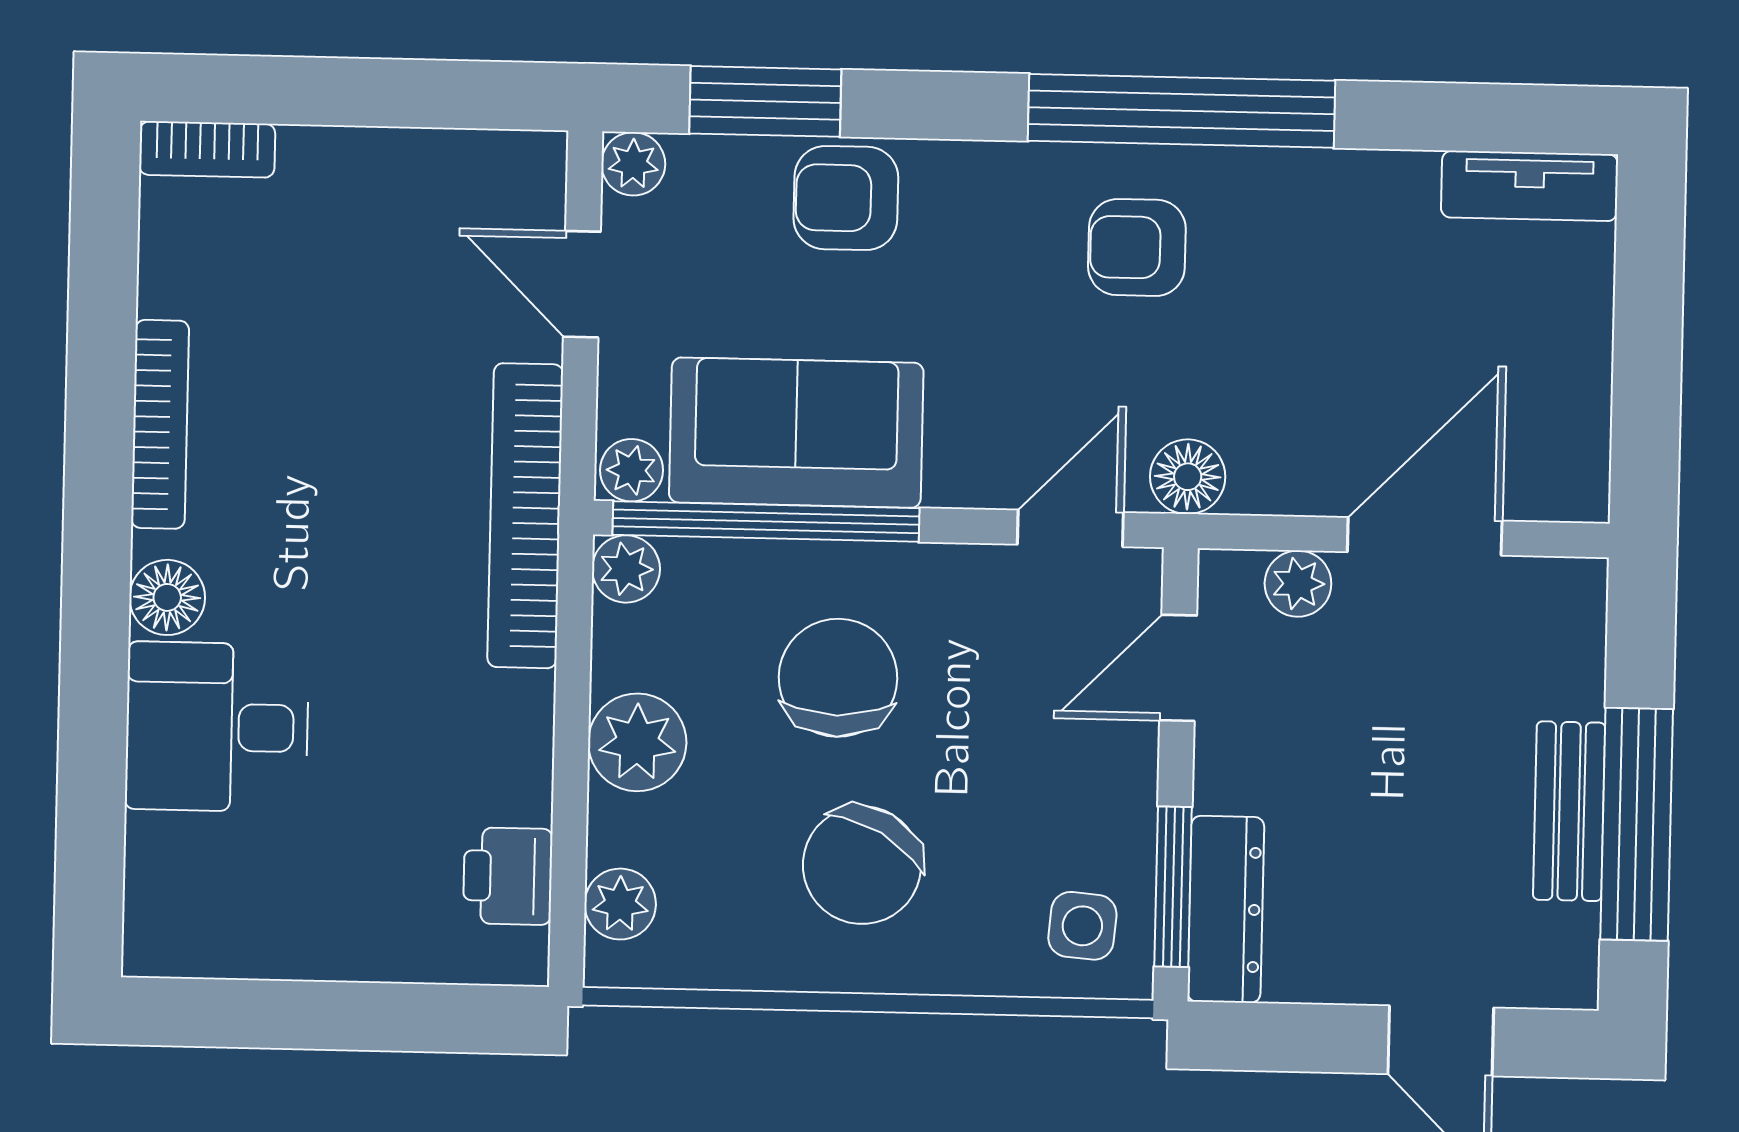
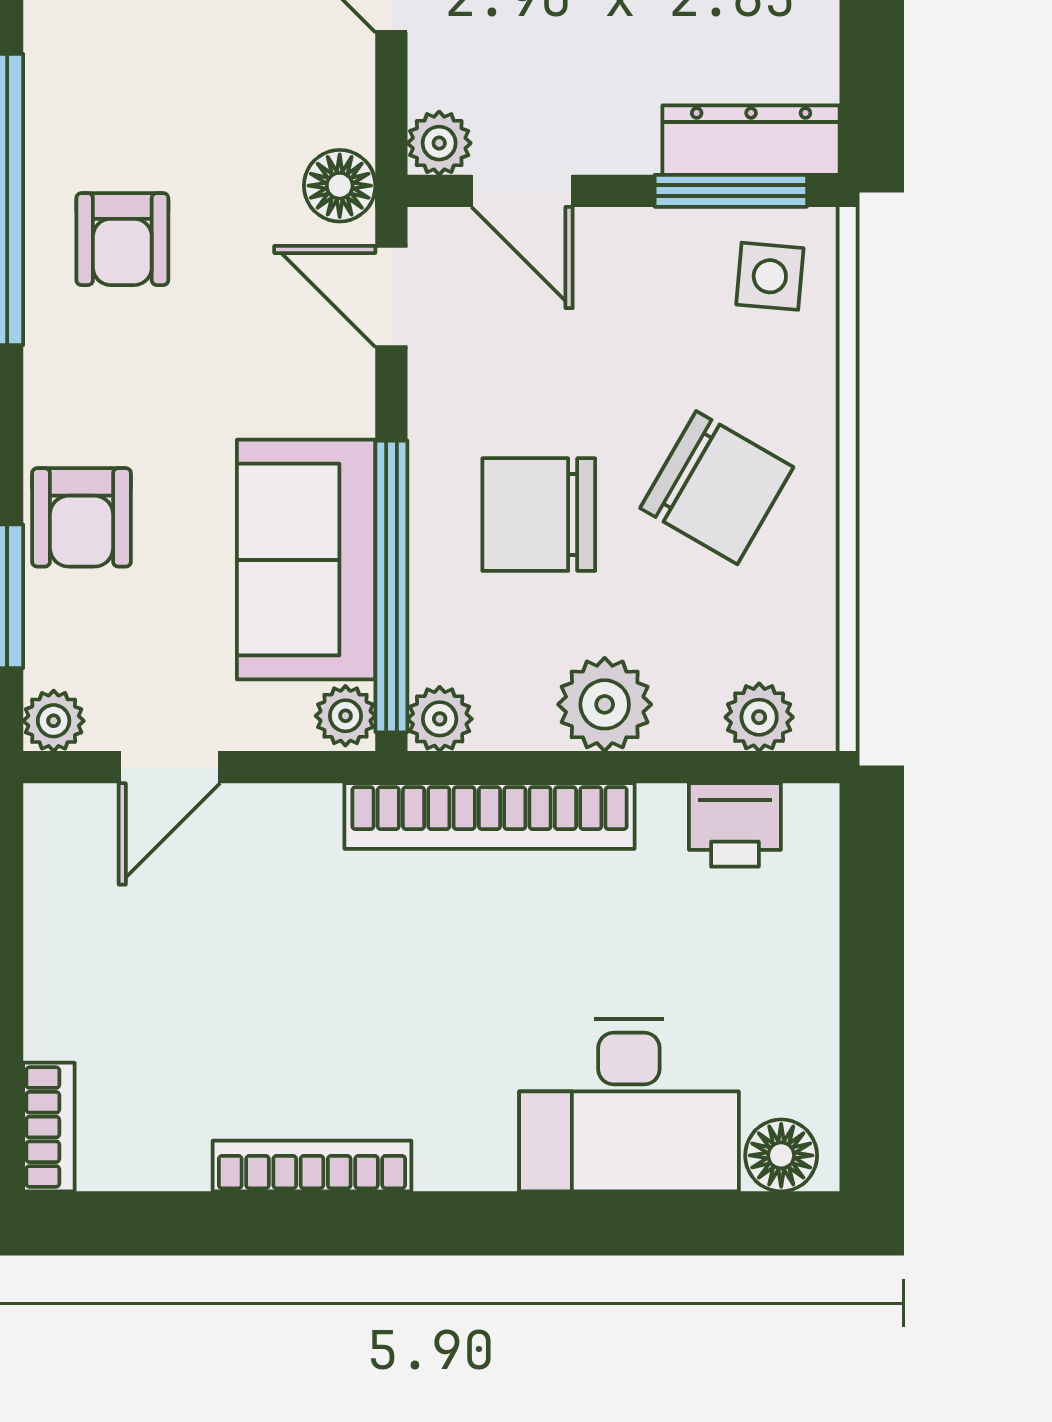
bookcase: (525, 516) -> (489, 816), moved
plant: (1298, 584) -> (439, 143), moved
floor lamp: (167, 597) -> (781, 1155), moved
desk: (217, 727) -> (629, 1105), width x1.37

